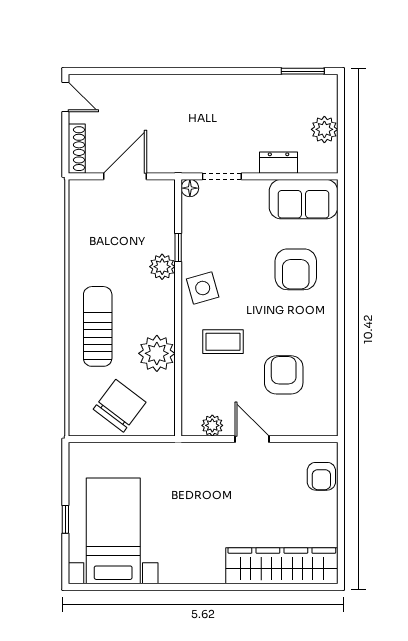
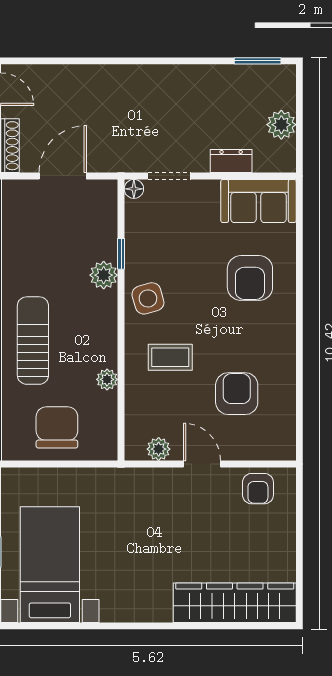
plant: (157, 353) -> (107, 379), width x0.53, depth x0.53
chair: (120, 406) -> (57, 427), turned -37
armchair: (321, 476) -> (258, 489), moved

